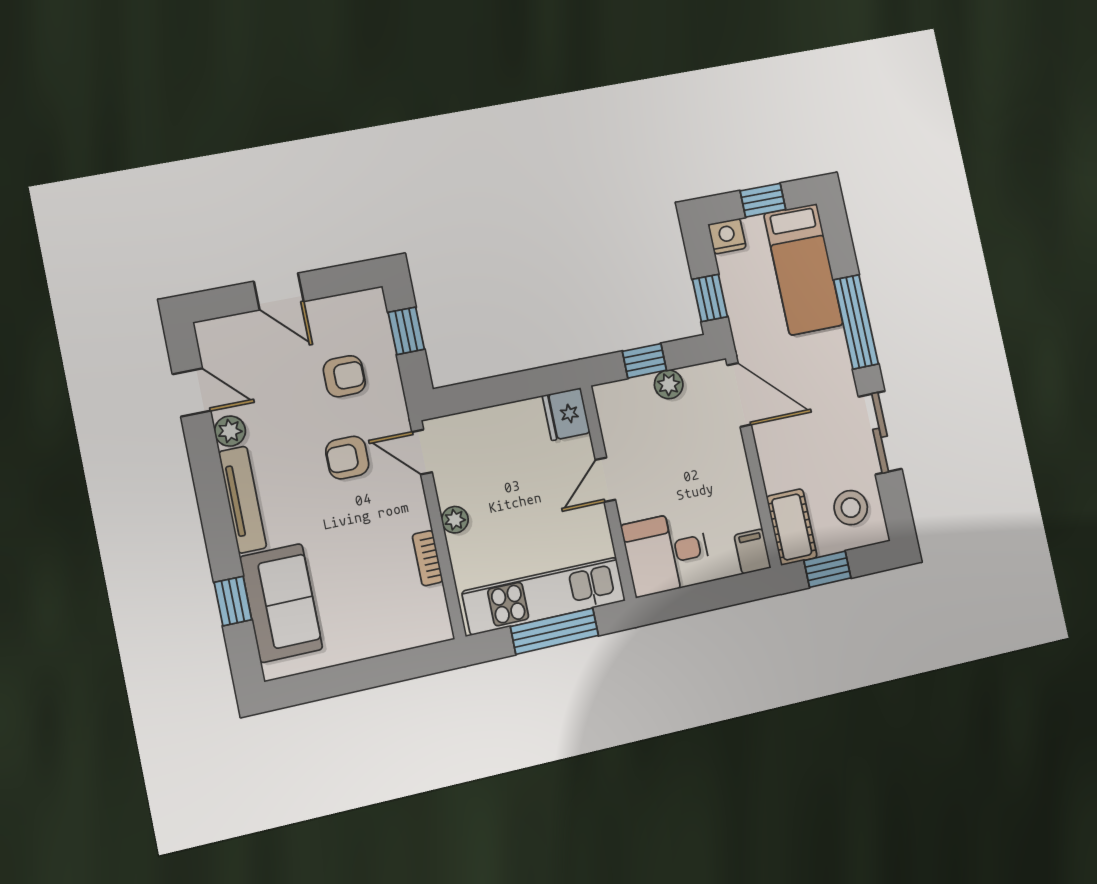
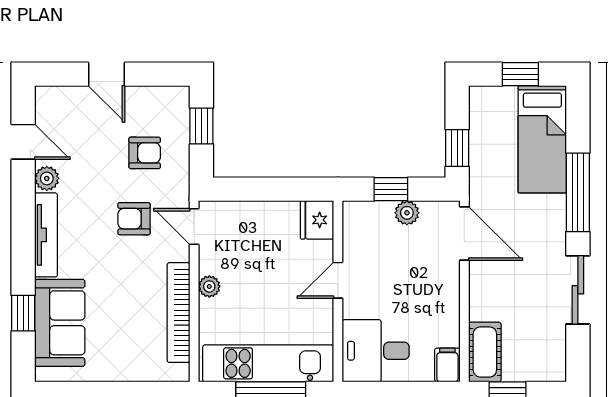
nightstand: (727, 236) -> (483, 99), removed
stool: (851, 508) -> (539, 347), removed
bookcase: (427, 558) -> (179, 313), width x2.31, depth x1.31

